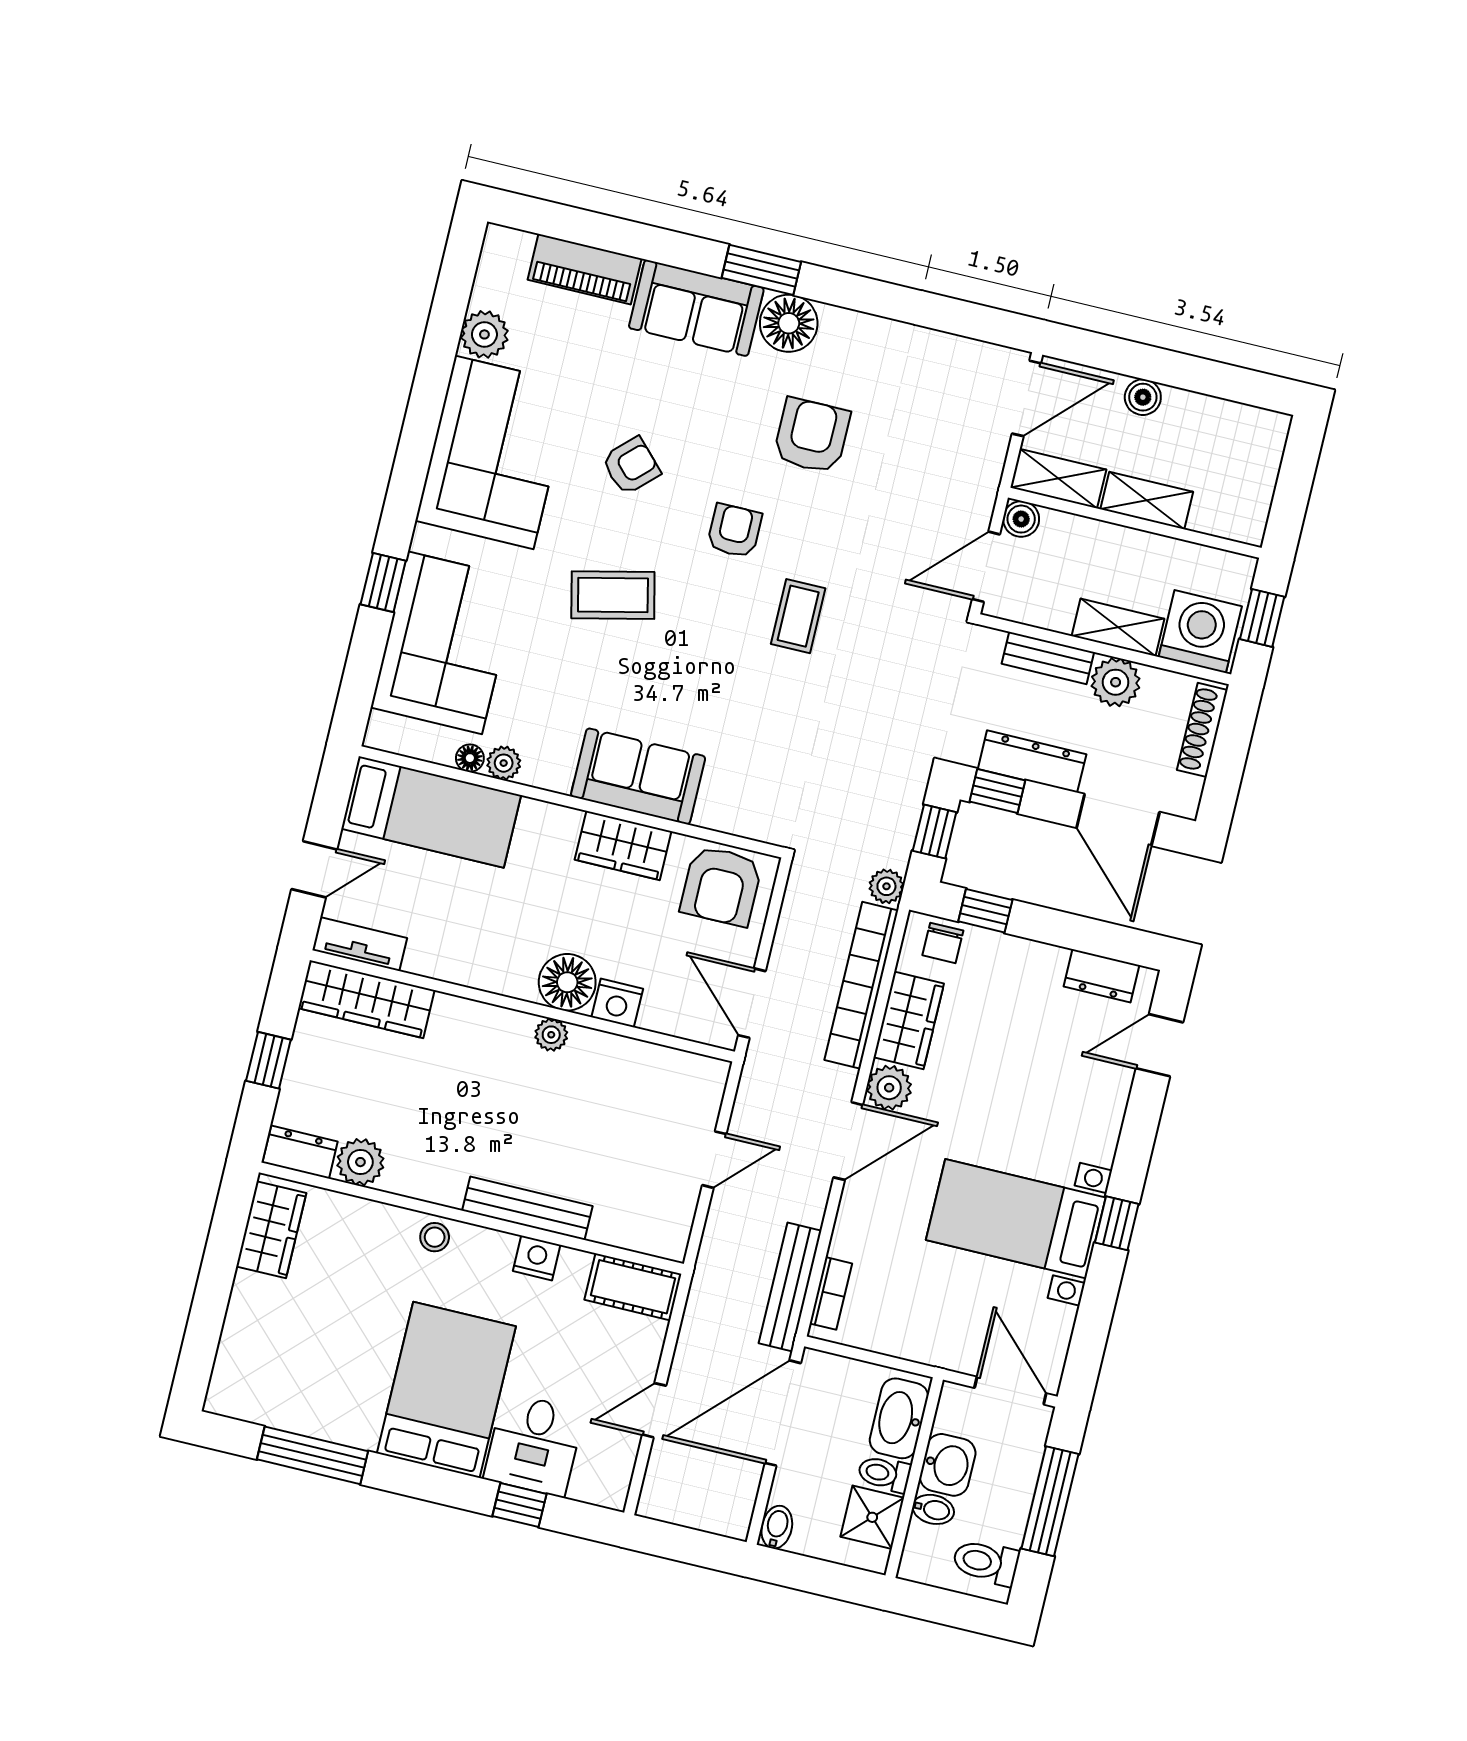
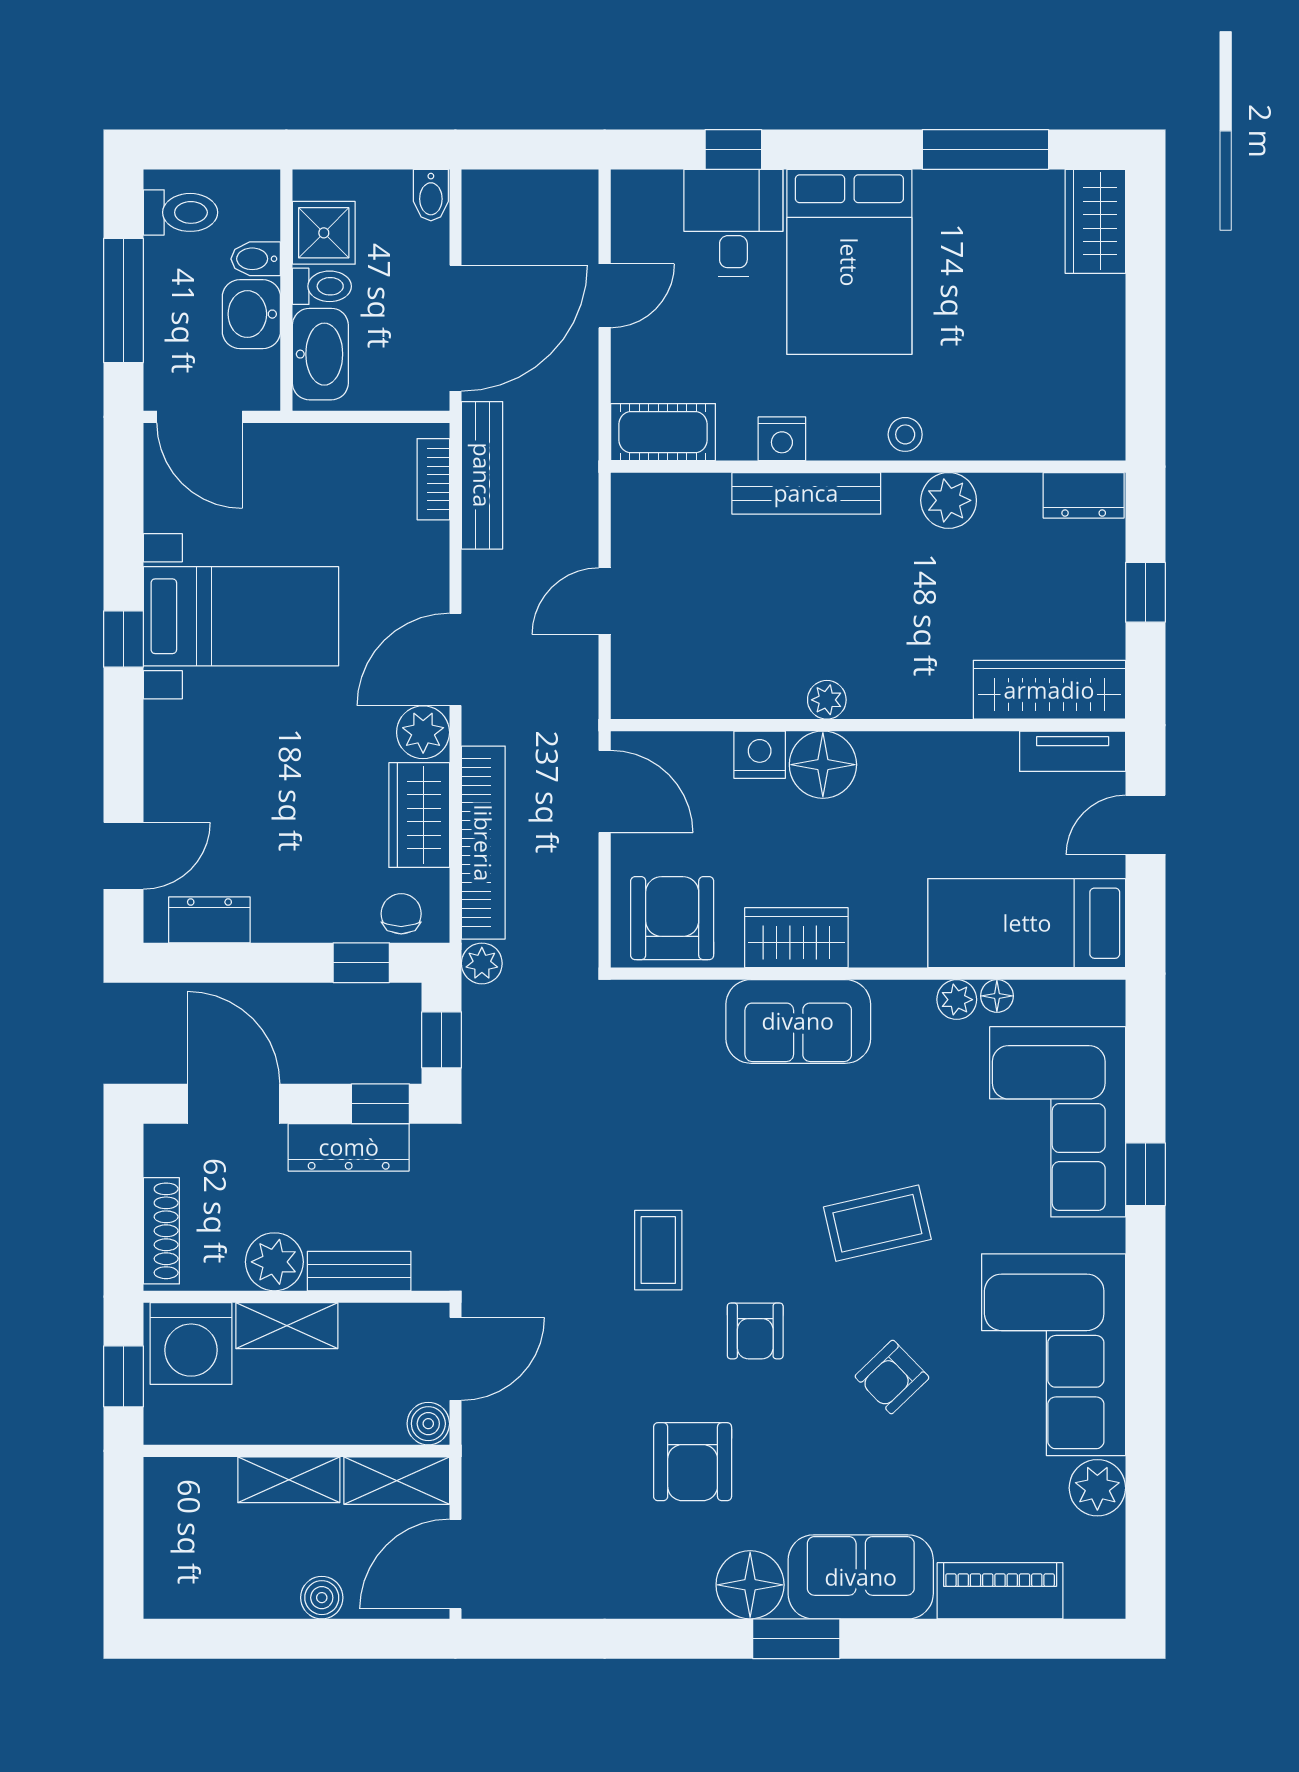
plant: (360, 1162) -> (949, 500), moved
wardrobe: (271, 1230) -> (1095, 221), moved

